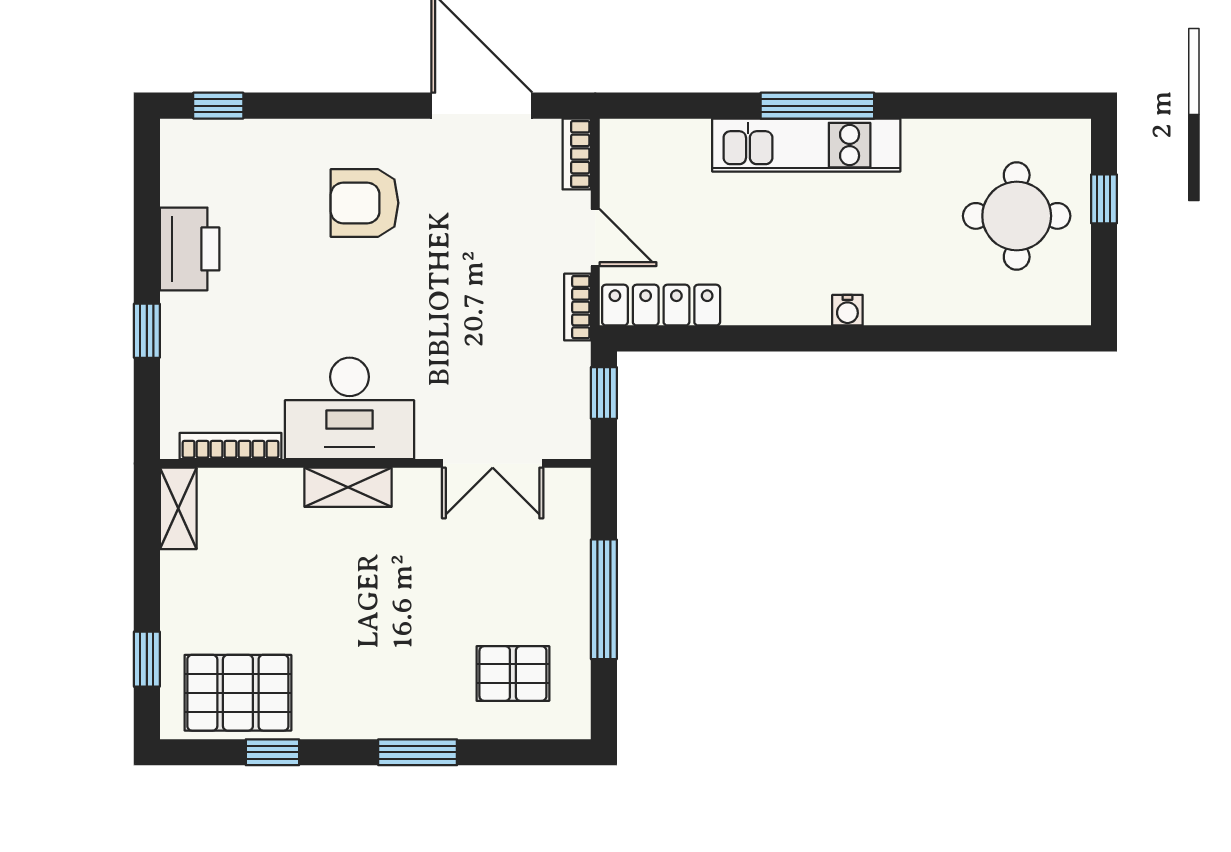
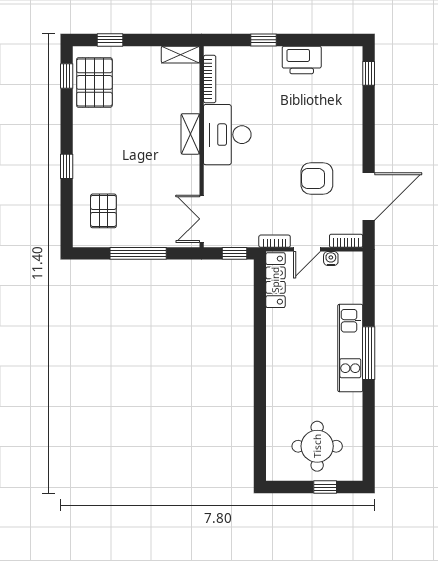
armchair: (365, 203) -> (317, 178), moved, turned -90
water cooler: (847, 310) -> (331, 259), moved, turned 90
double door: (493, 463) -> (202, 219), moved
window: (272, 752) -> (67, 76), moved
window: (418, 752) -> (67, 166), width x0.67

